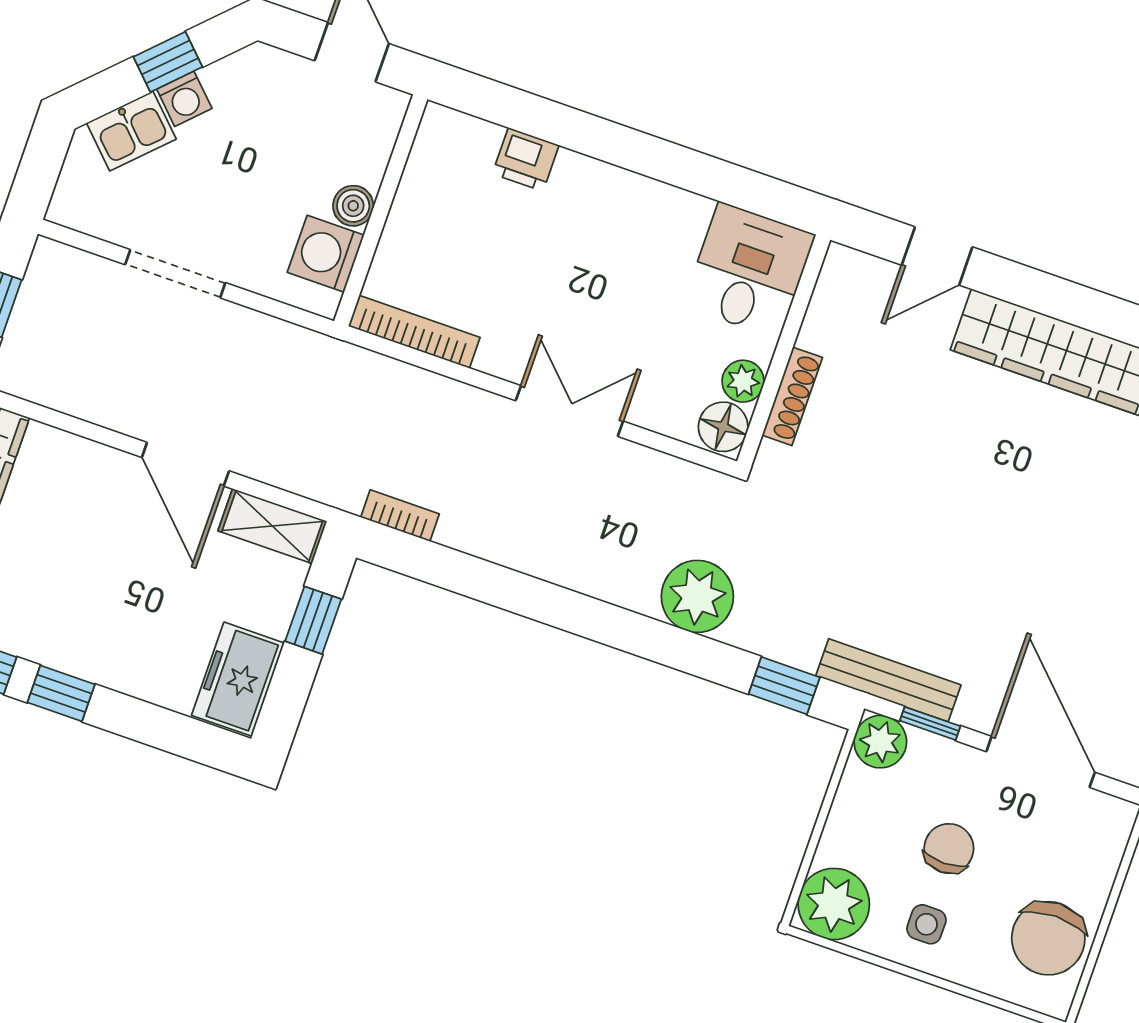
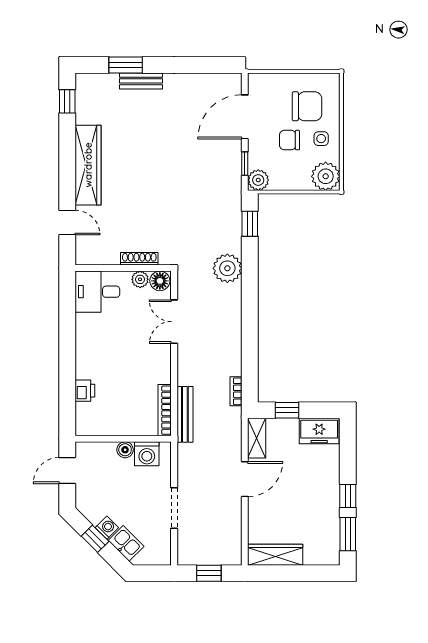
double door: (569, 411) -> (174, 322), moved
bench: (888, 680) -> (185, 414), moved
chair: (1048, 938) -> (307, 106), moved

